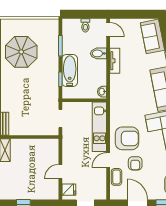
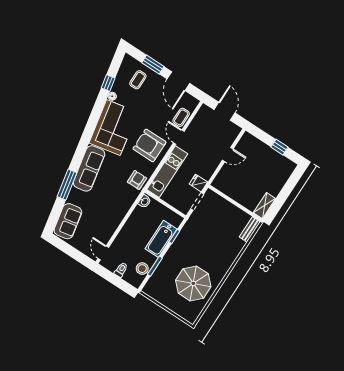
stool: (69, 37) -> (142, 269), added
bidet: (98, 53) -> (126, 237), removed
tv unit: (115, 61) -> (116, 221), removed
door: (108, 160) -> (179, 137), swing flipped
armchair: (135, 163) -> (137, 180), moved
fridge: (69, 190) -> (198, 183), moved

